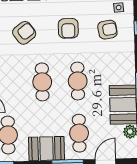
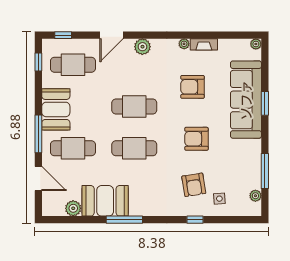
armchair: (24, 33) -> (192, 87), turned 127

